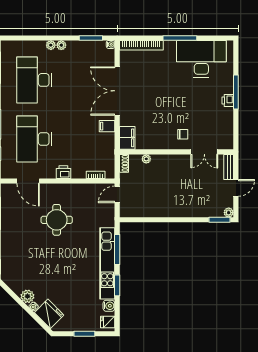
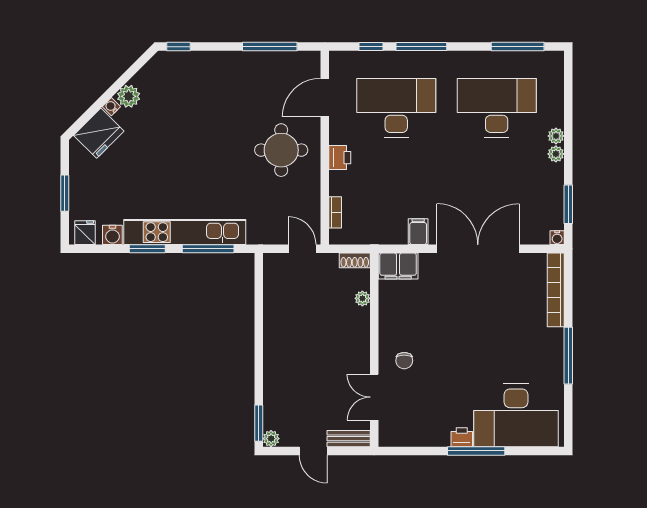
desk: (201, 59) -> (516, 415), moved, turned 90
round table: (57, 220) -> (281, 150), moved

